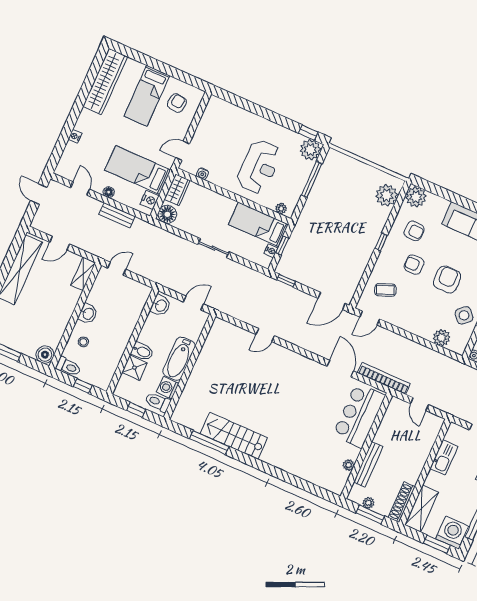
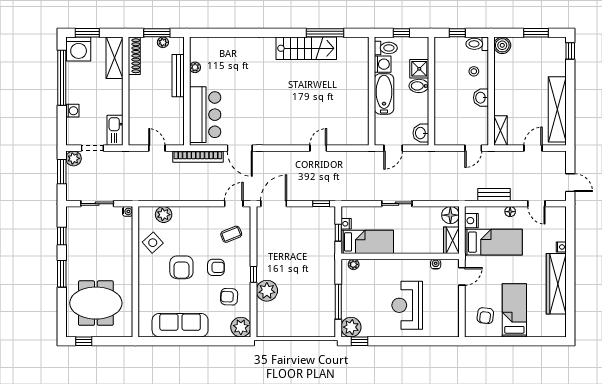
wardrobe: (105, 81) -> (556, 284), moved
reception desk: (259, 167) -> (407, 305), moved
plant: (387, 195) -> (267, 291), moved
kitchen sink: (444, 457) -> (115, 130), moved

